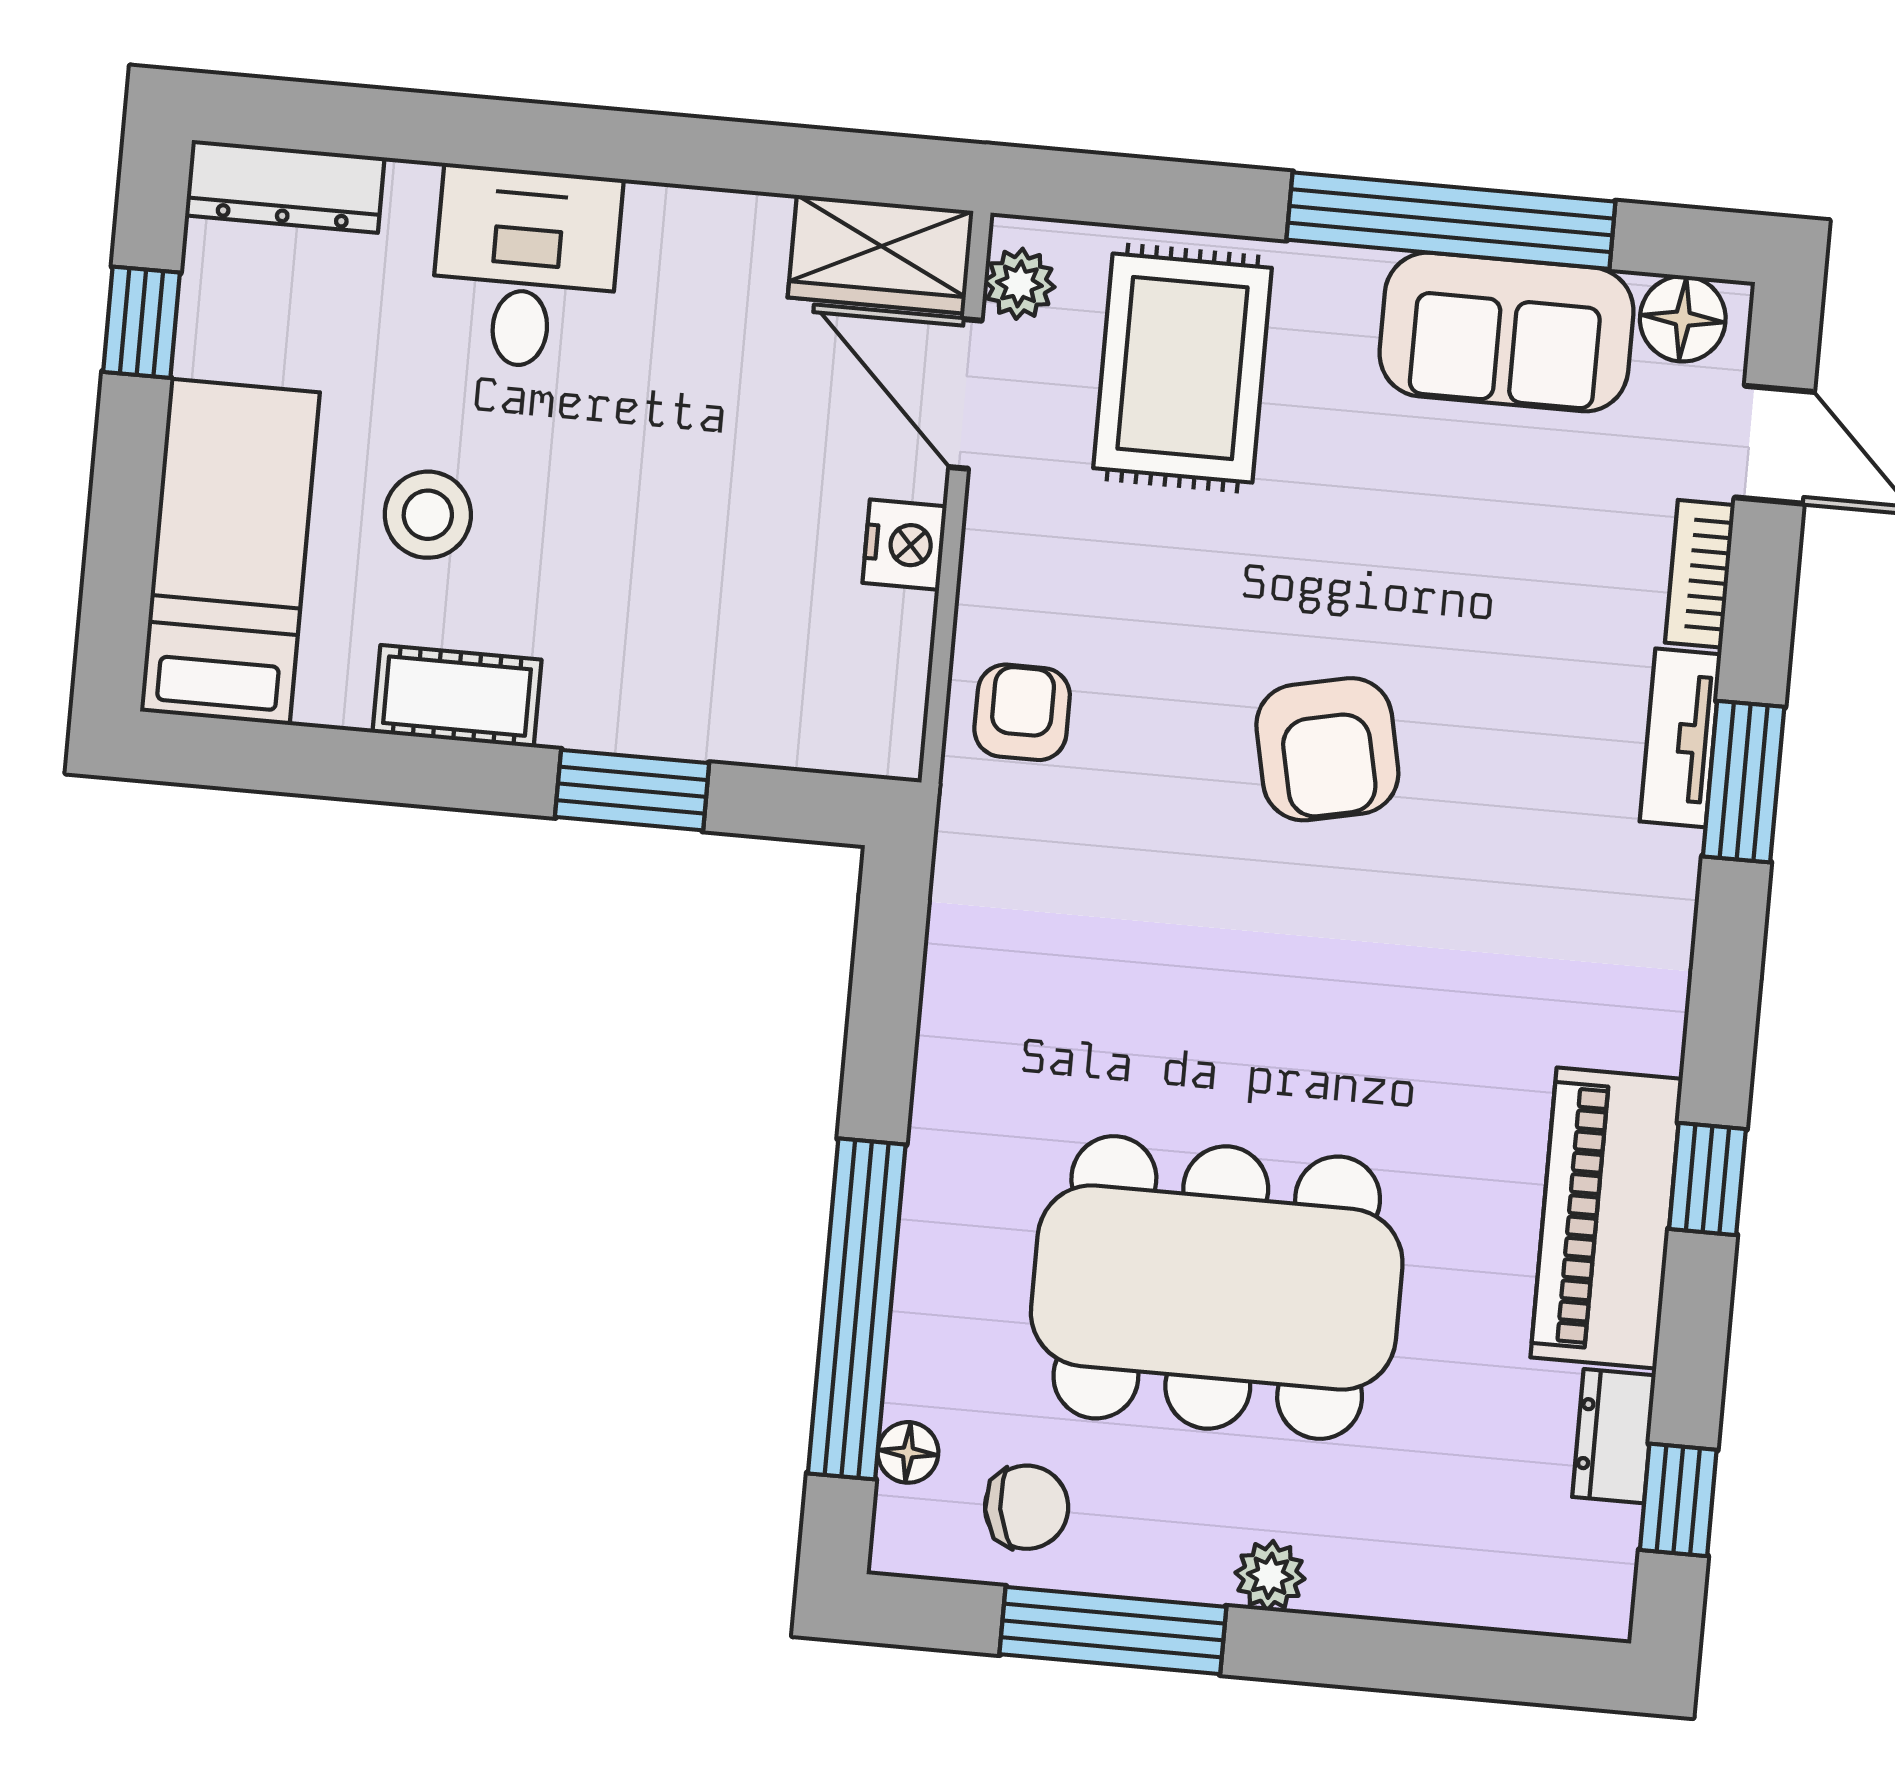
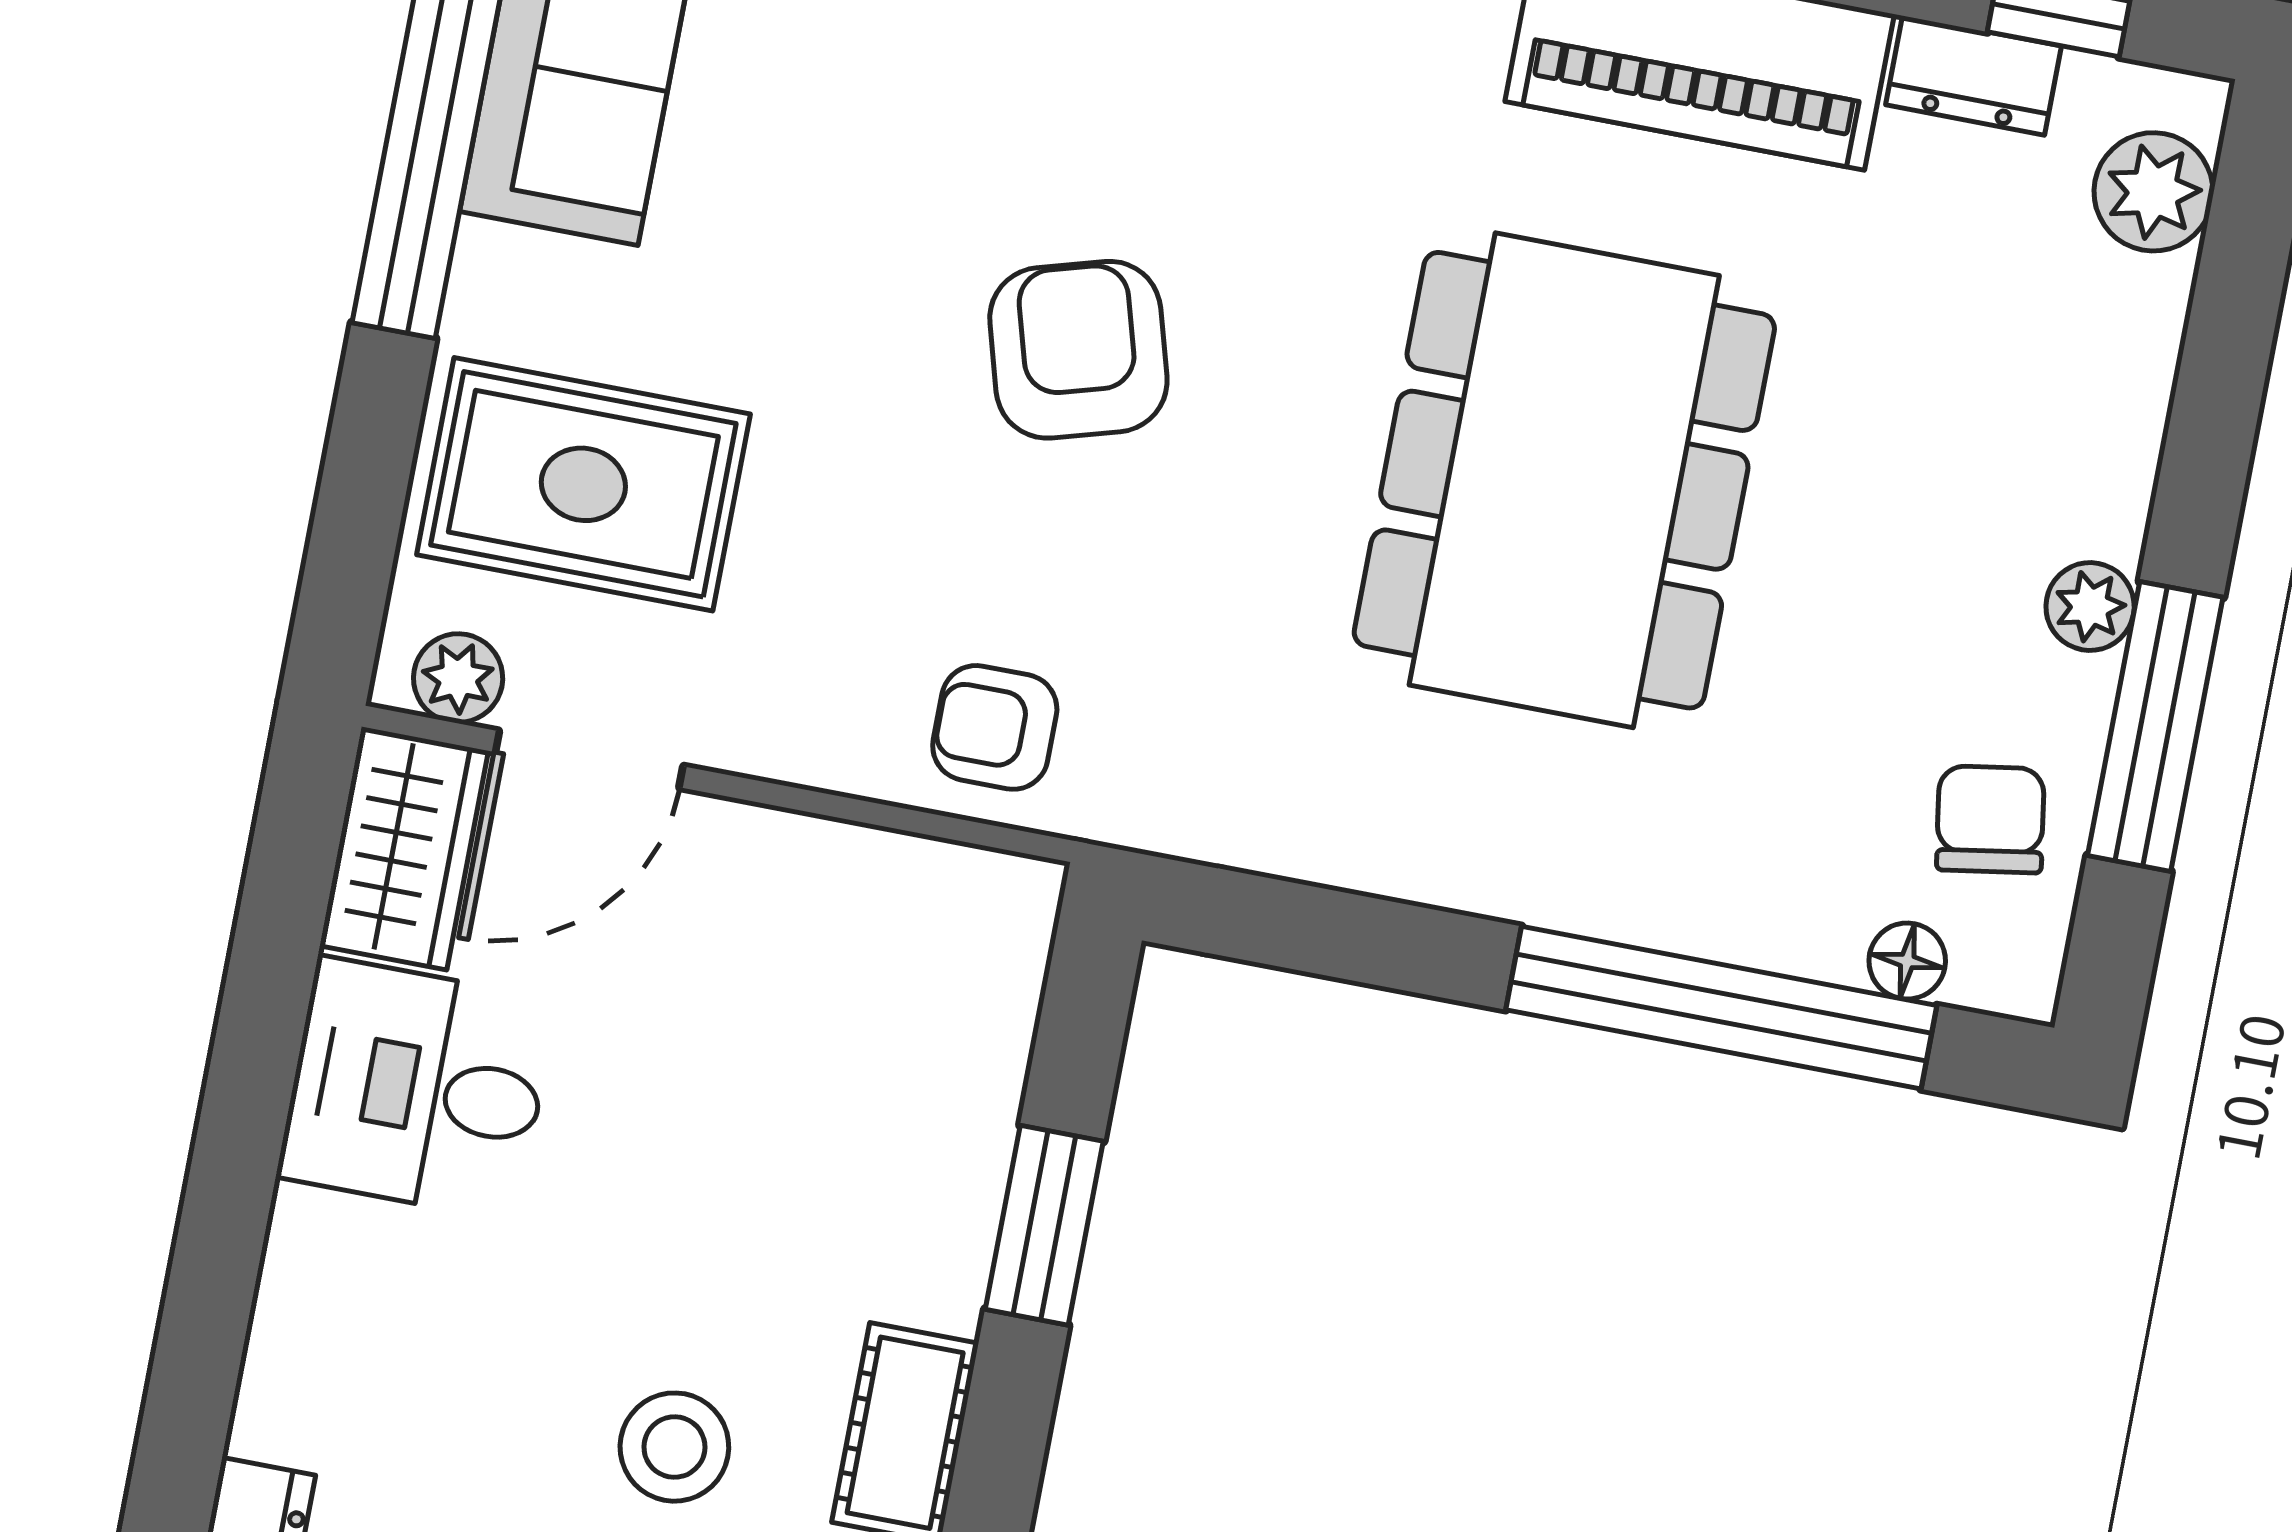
desk: (525, 268) -> (417, 1089), moved
nightstand: (904, 545) -> (770, 854), removed
armchair: (1327, 749) -> (1078, 350), turned -94
dining table: (1217, 1287) -> (1564, 480), moved
plant: (1270, 1576) -> (2090, 607), moved
plant: (1536, 1588) -> (2154, 192), added

